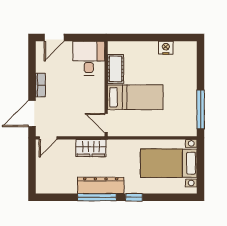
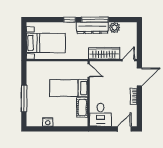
window: (201, 110) -> (24, 98), moved
wardrobe: (91, 148) -> (104, 53), width x1.50
plant: (68, 186) -> (114, 28), added

